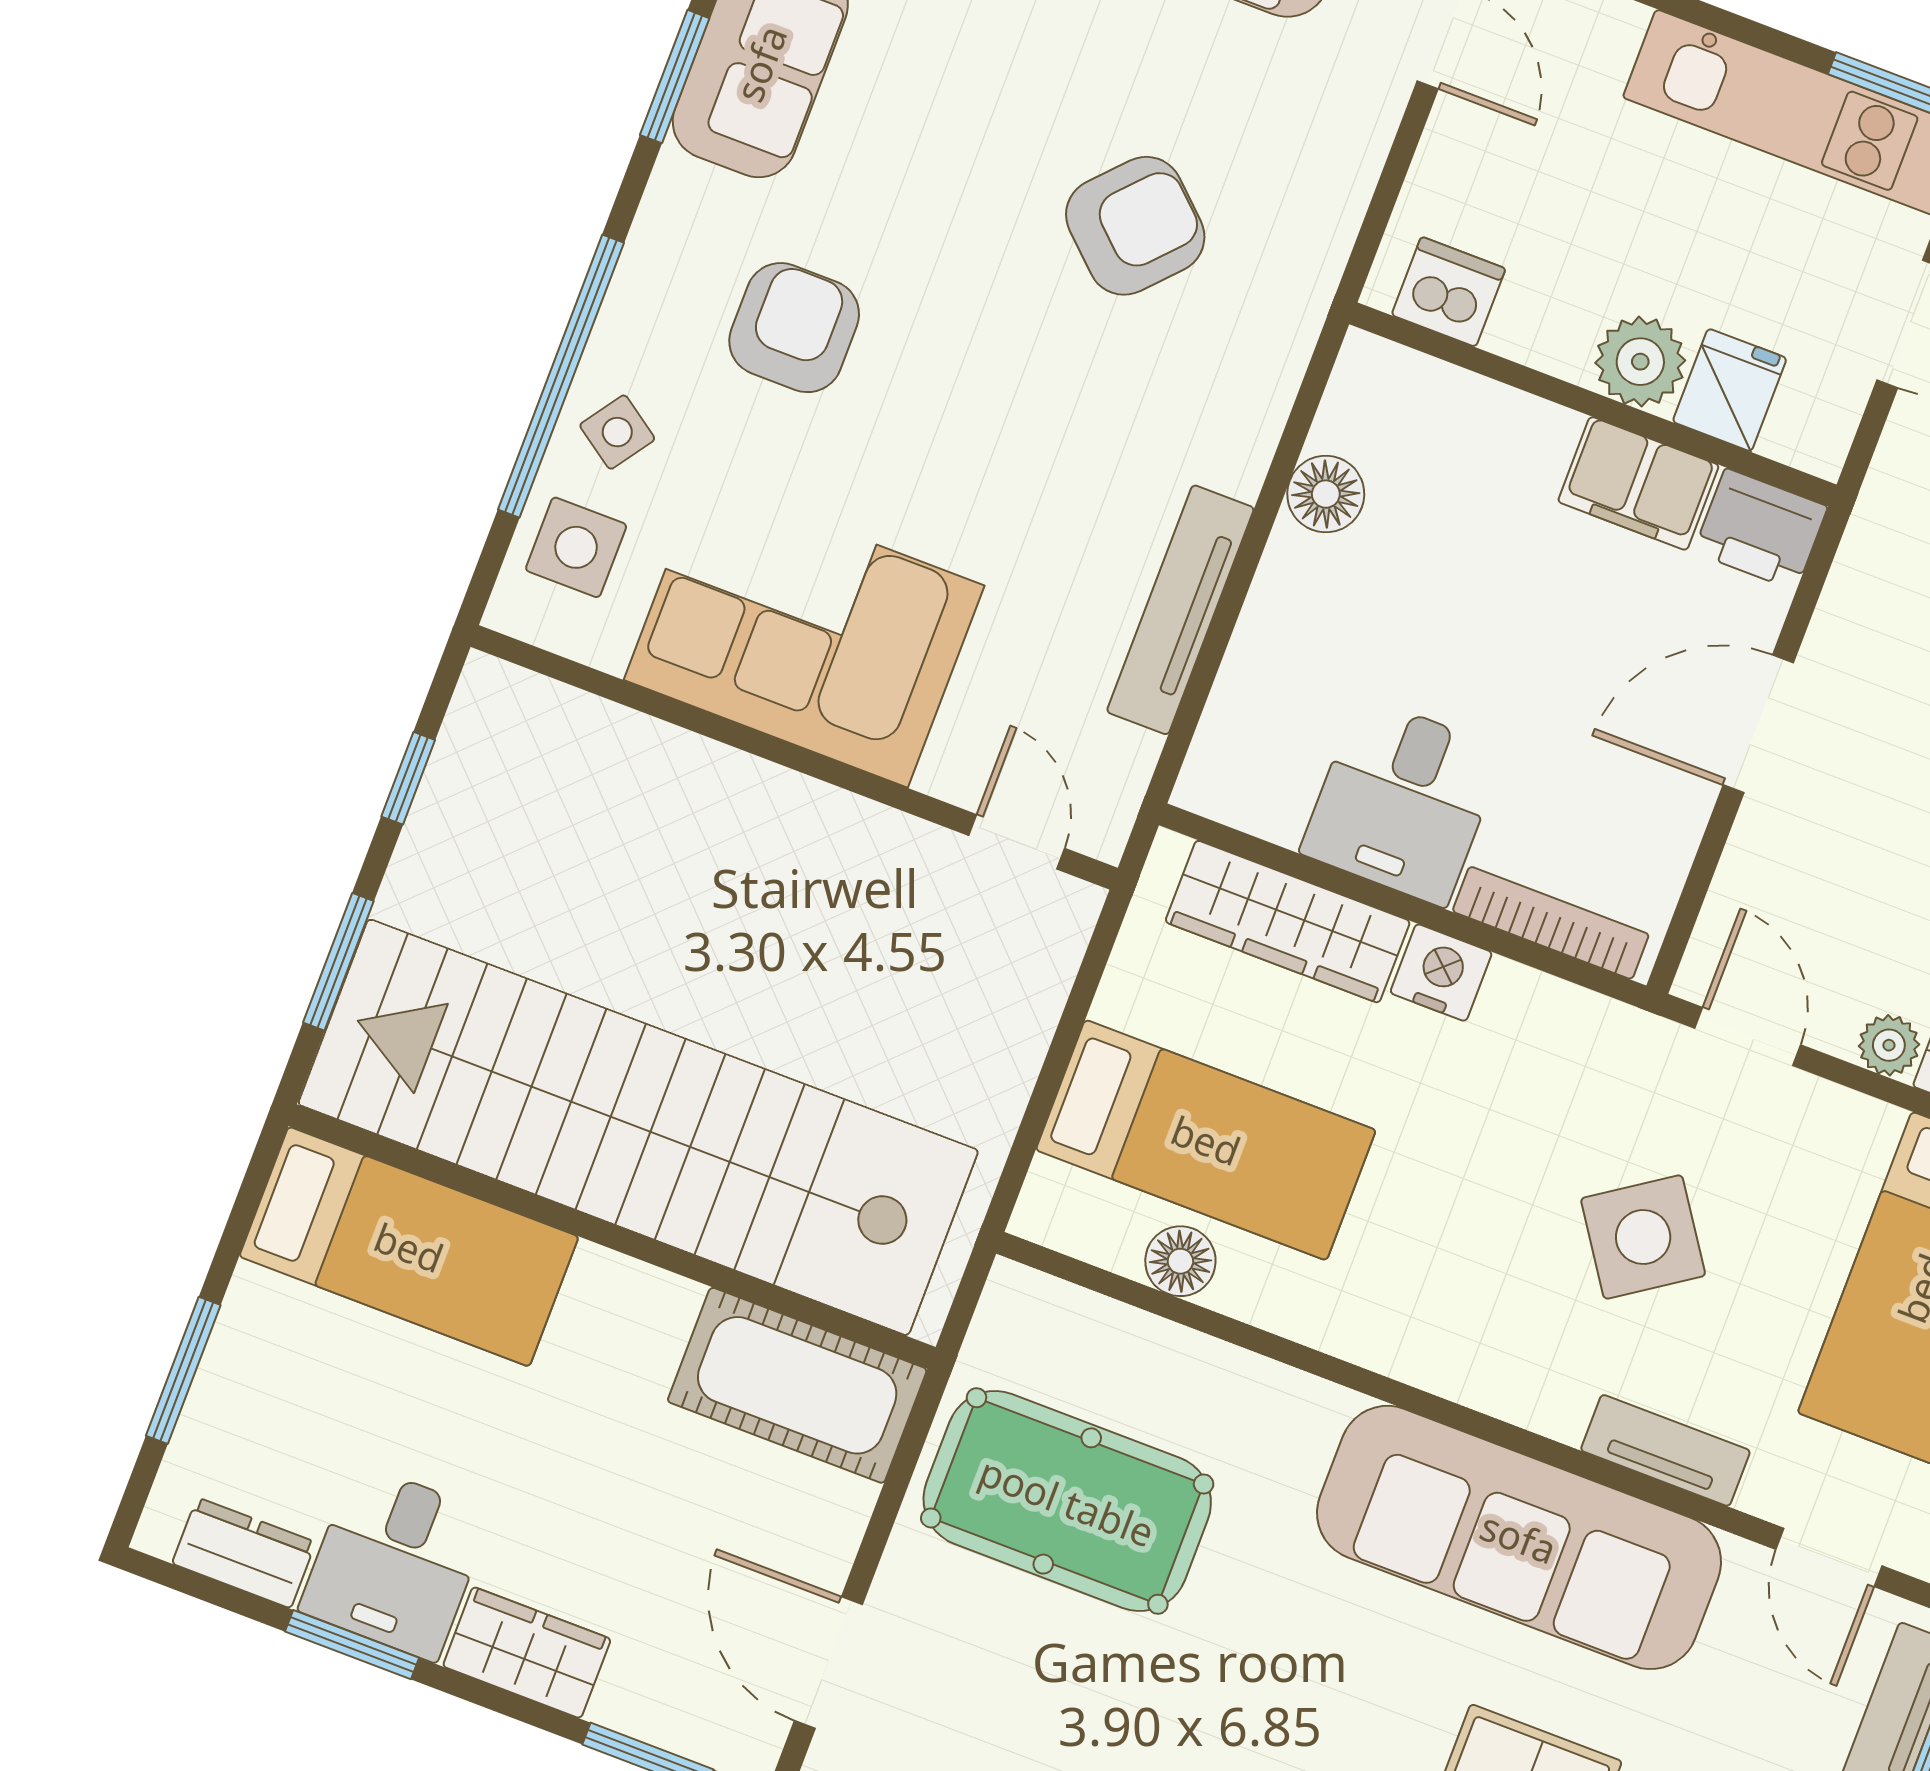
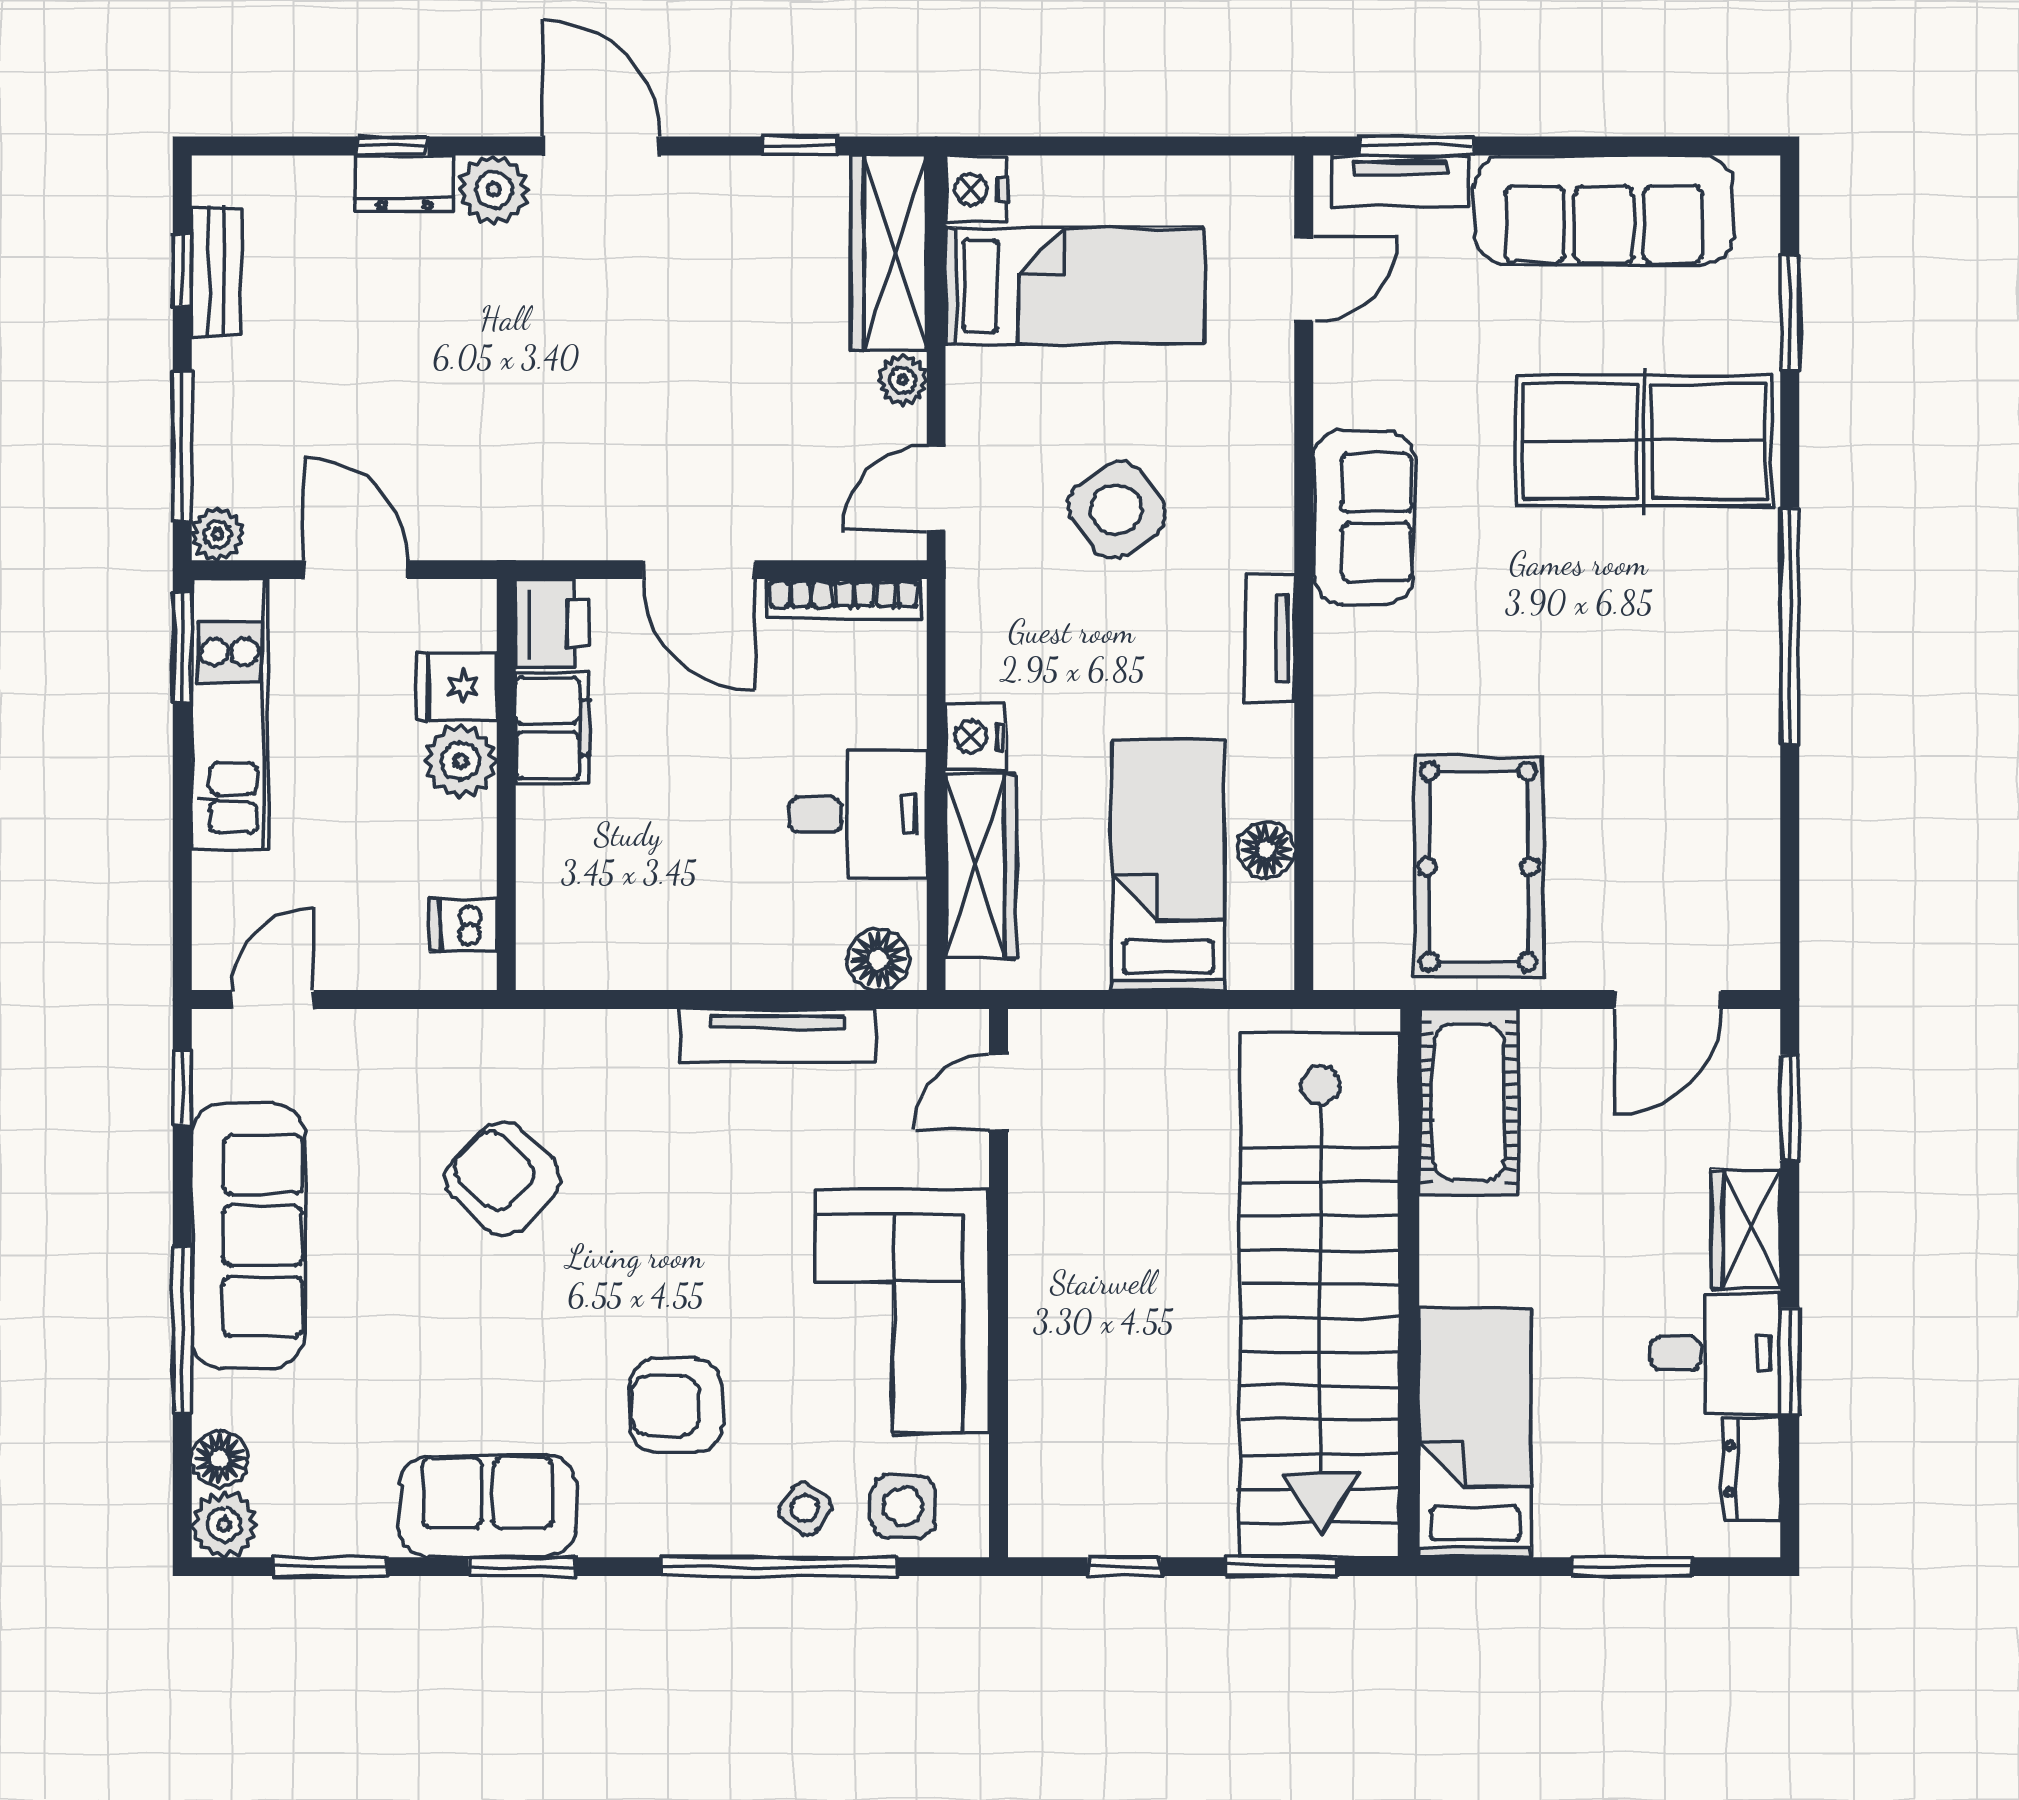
dishwasher: (1449, 292) -> (463, 925), width x0.73
floor lamp: (1326, 494) -> (878, 959), moved
bookcase: (1551, 923) -> (844, 599), moved, turned -90
tv unit: (1665, 1450) -> (1270, 639), moved
sofa: (1519, 1537) -> (1363, 517), width x0.54, depth x0.79

